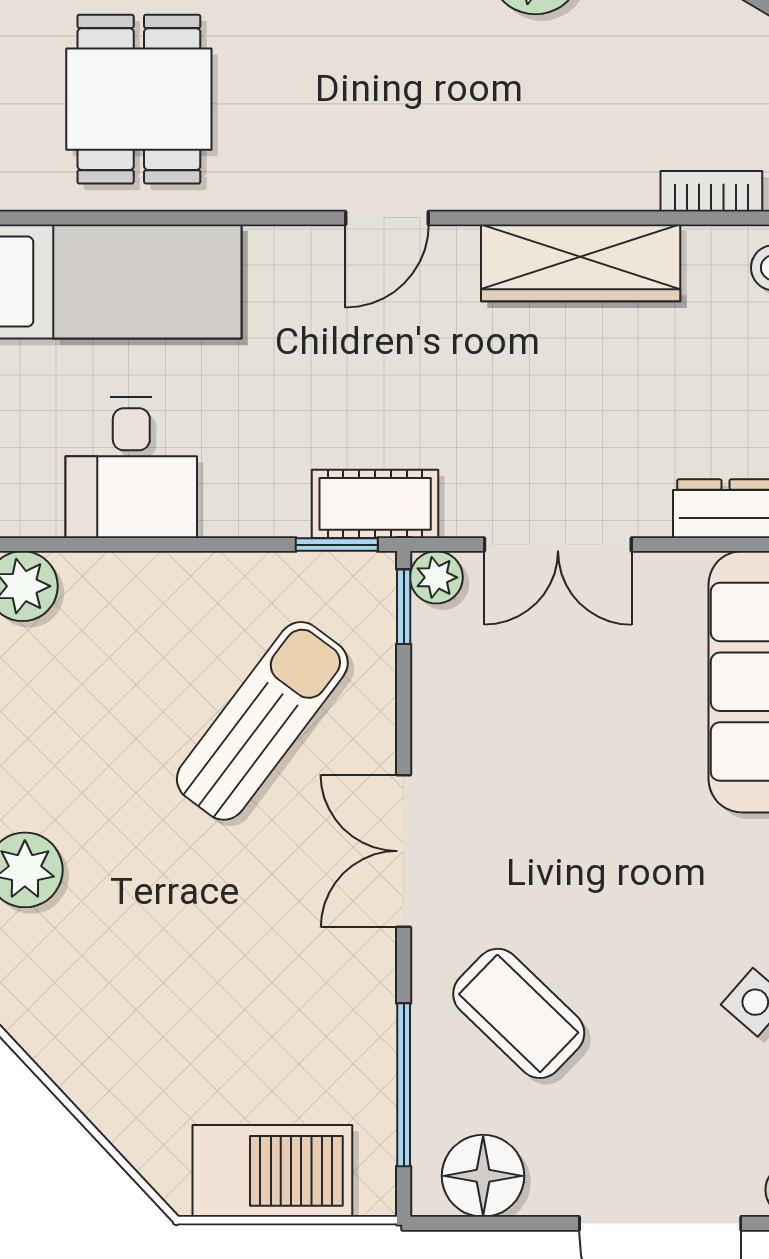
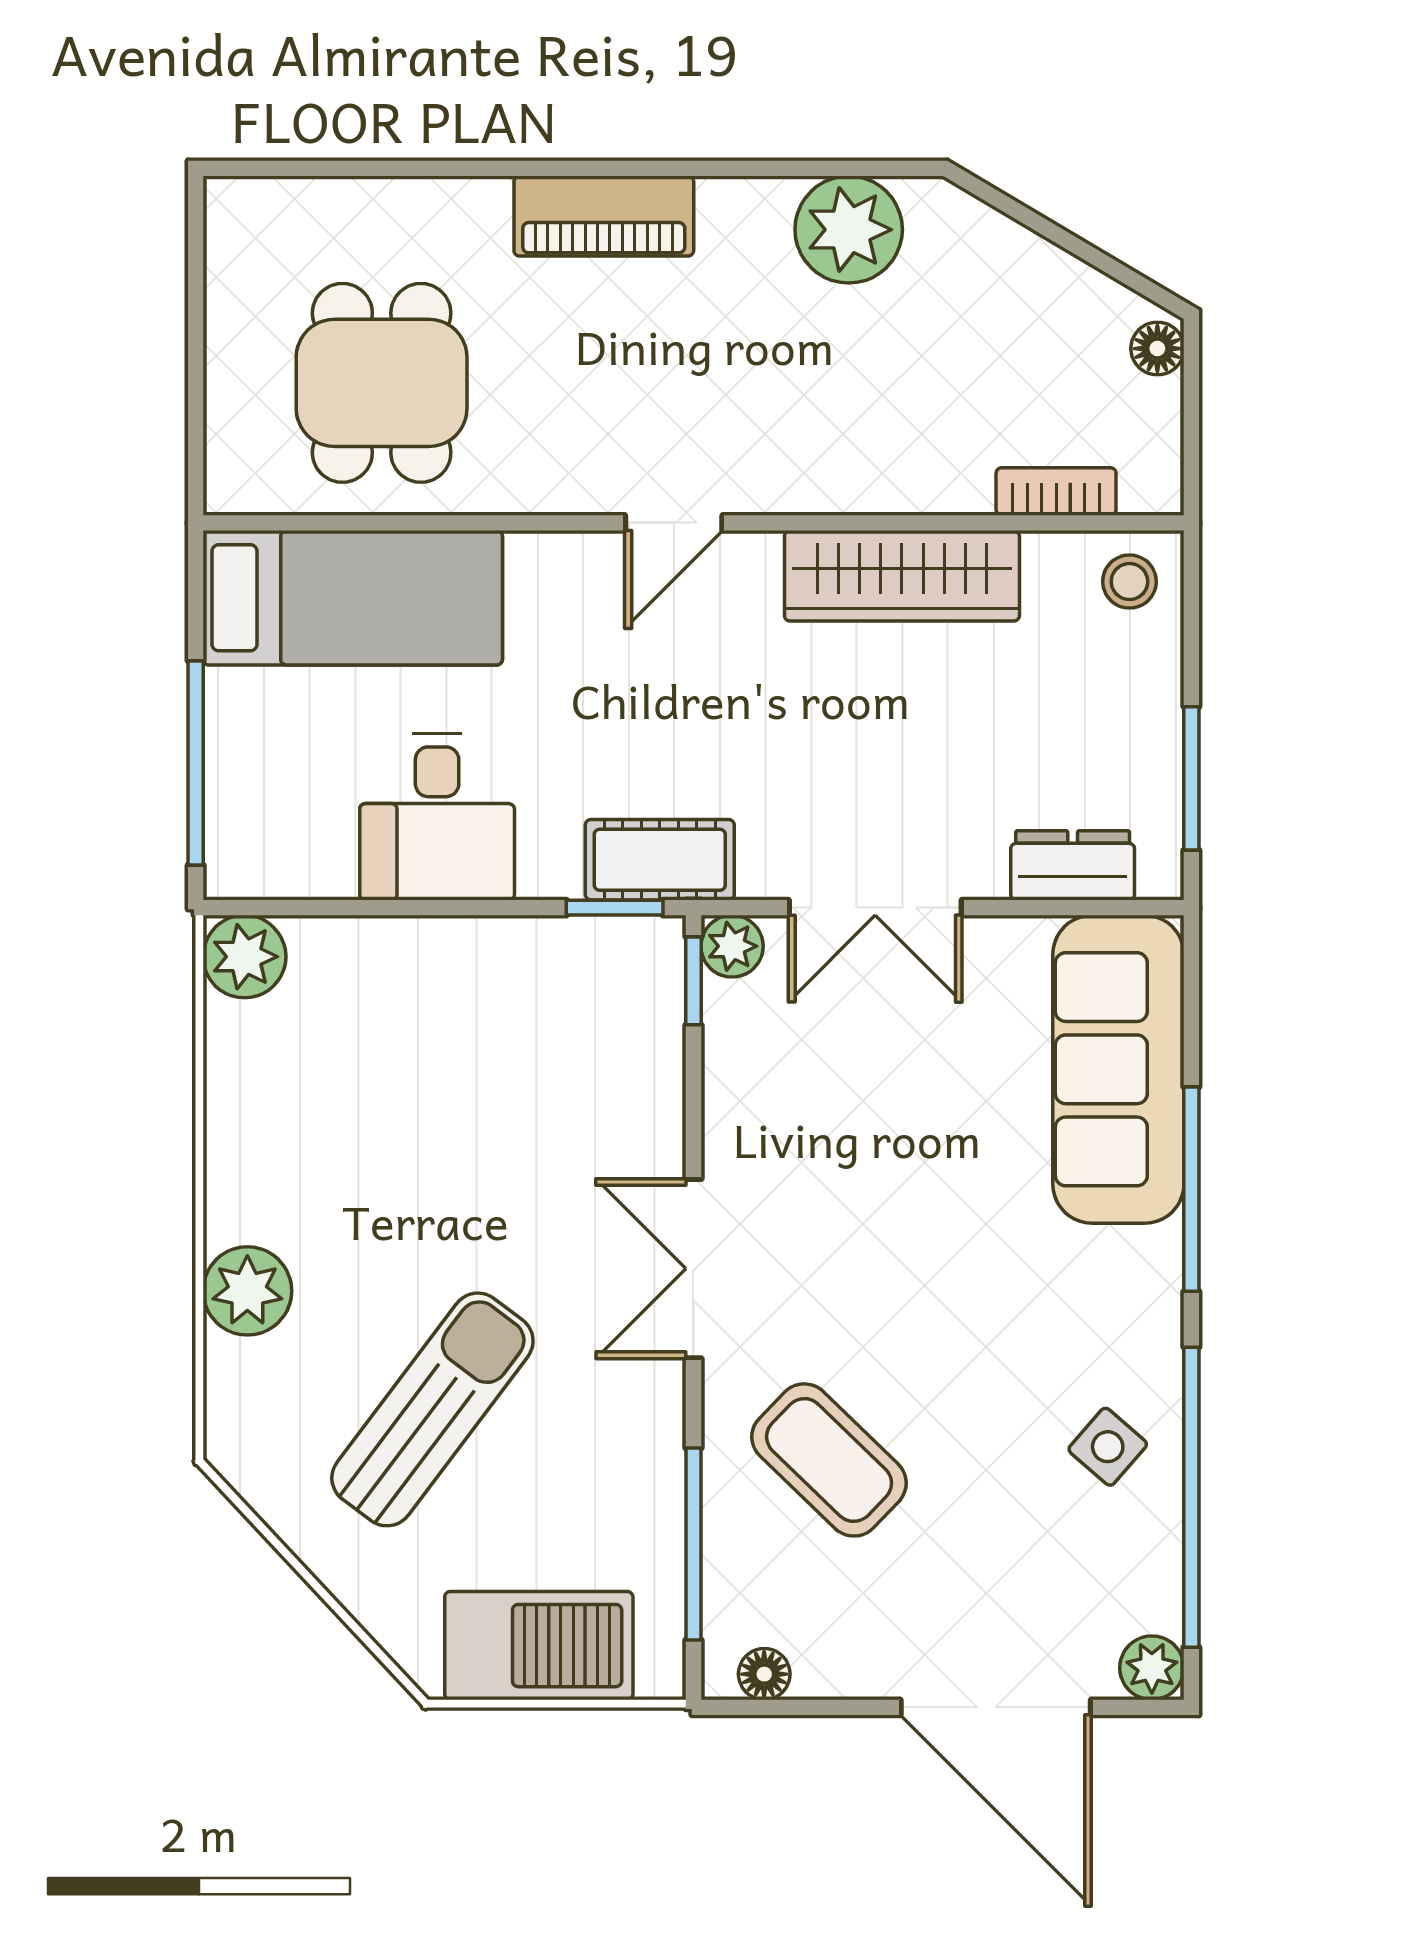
desk: (131, 467) -> (437, 817), moved
sun lounger: (262, 721) -> (432, 1409), moved
floor lamp: (483, 1176) -> (764, 1674), width x0.53, depth x0.53

